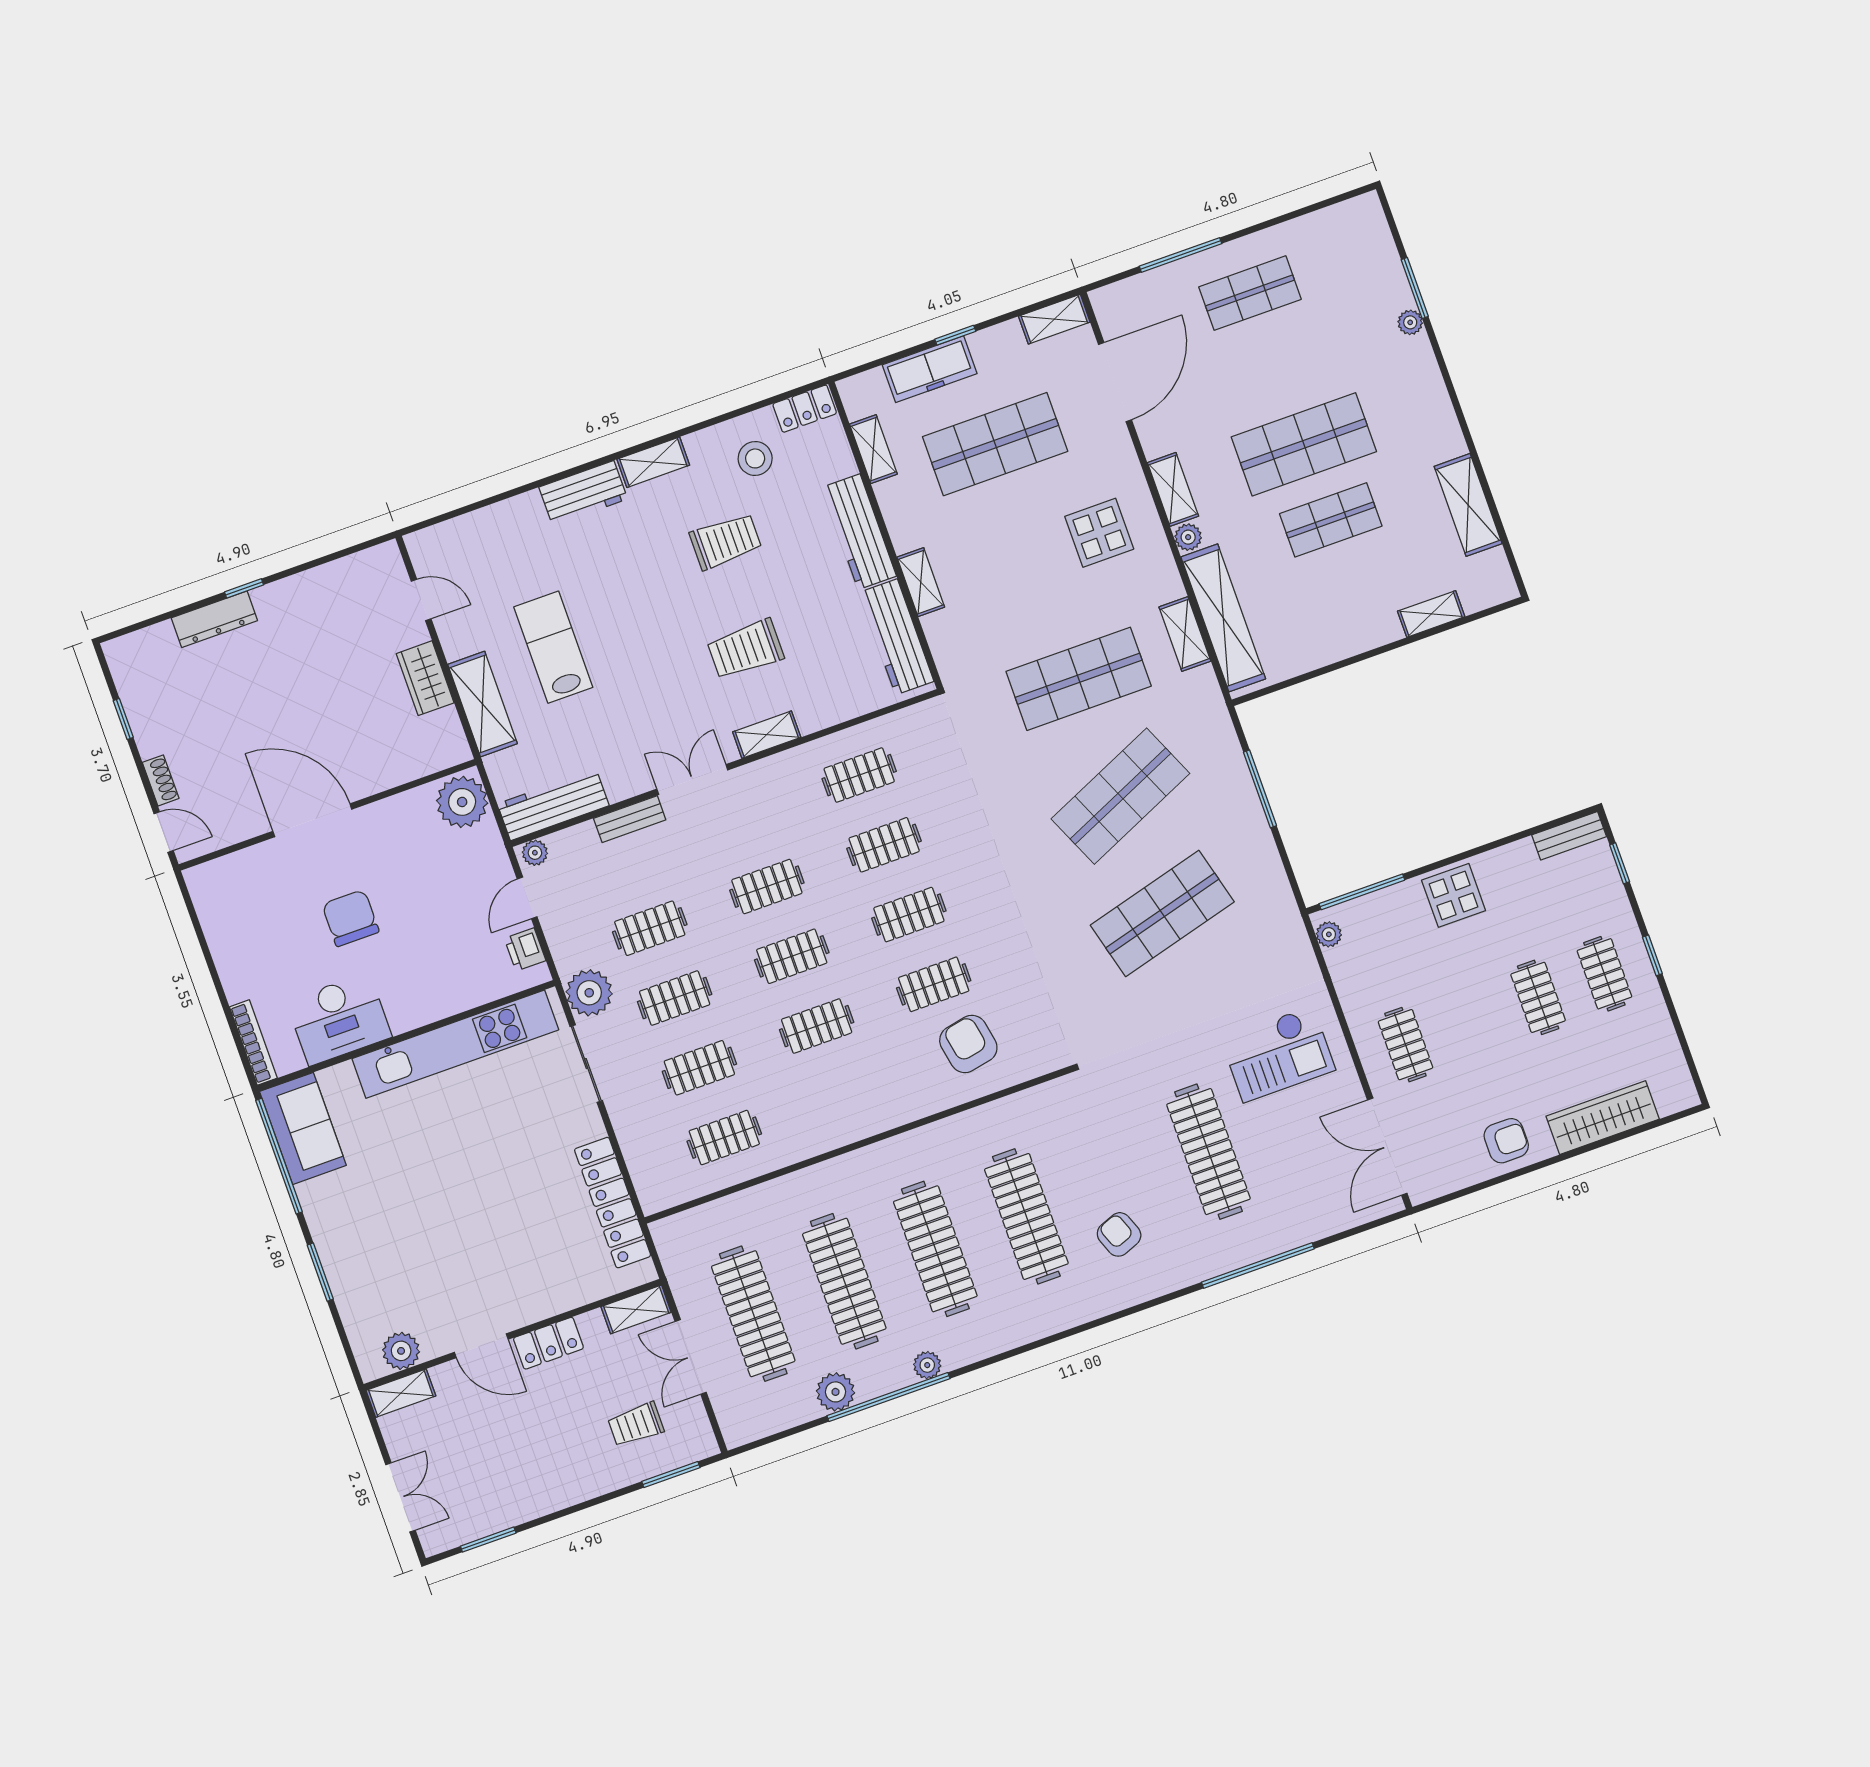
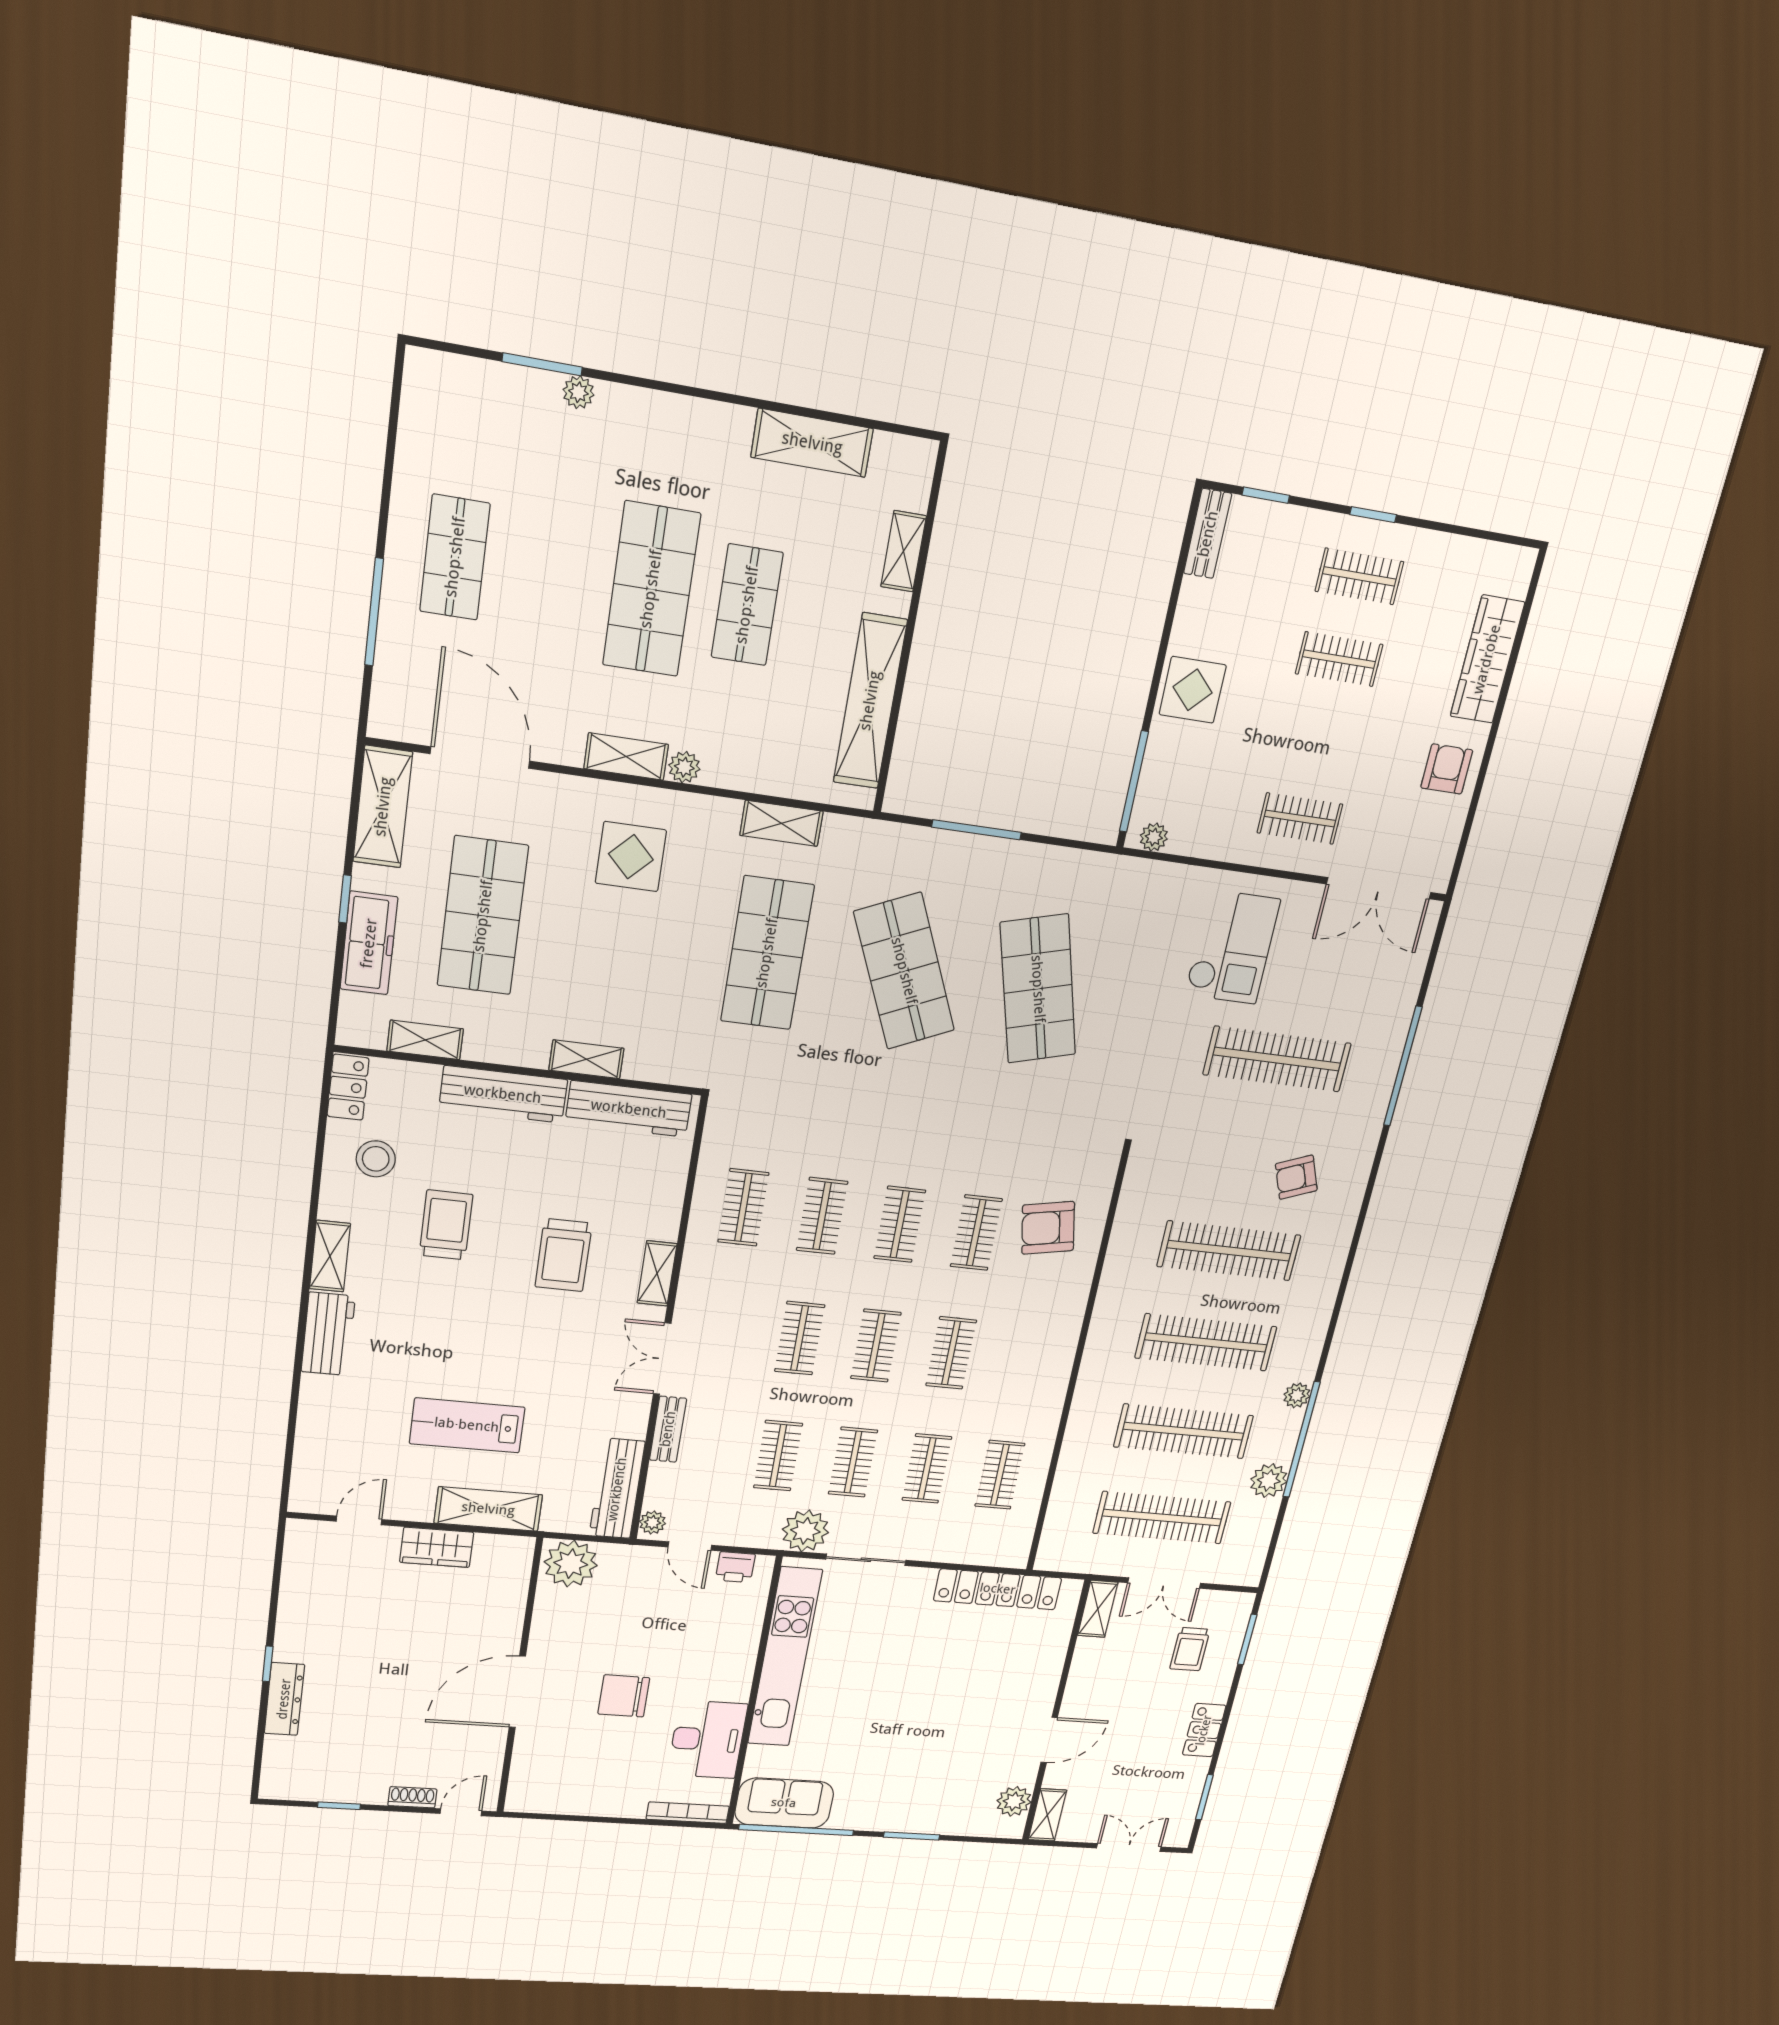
shelving: (1054, 319) -> (383, 807), width x1.50, depth x1.33
shelving: (1223, 618) -> (870, 701), moved, turned 90
locker: (548, 1343) -> (1204, 1730), moved, turned 180

